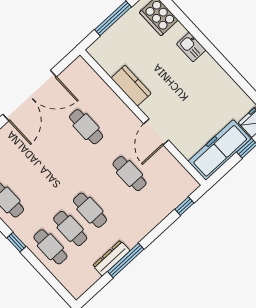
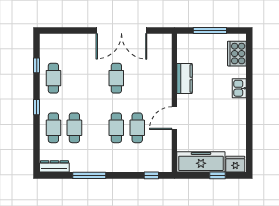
cafe table: (86, 127) -> (116, 78), moved
cafe table: (90, 210) -> (116, 128), moved
dresser: (111, 258) -> (54, 166), moved

